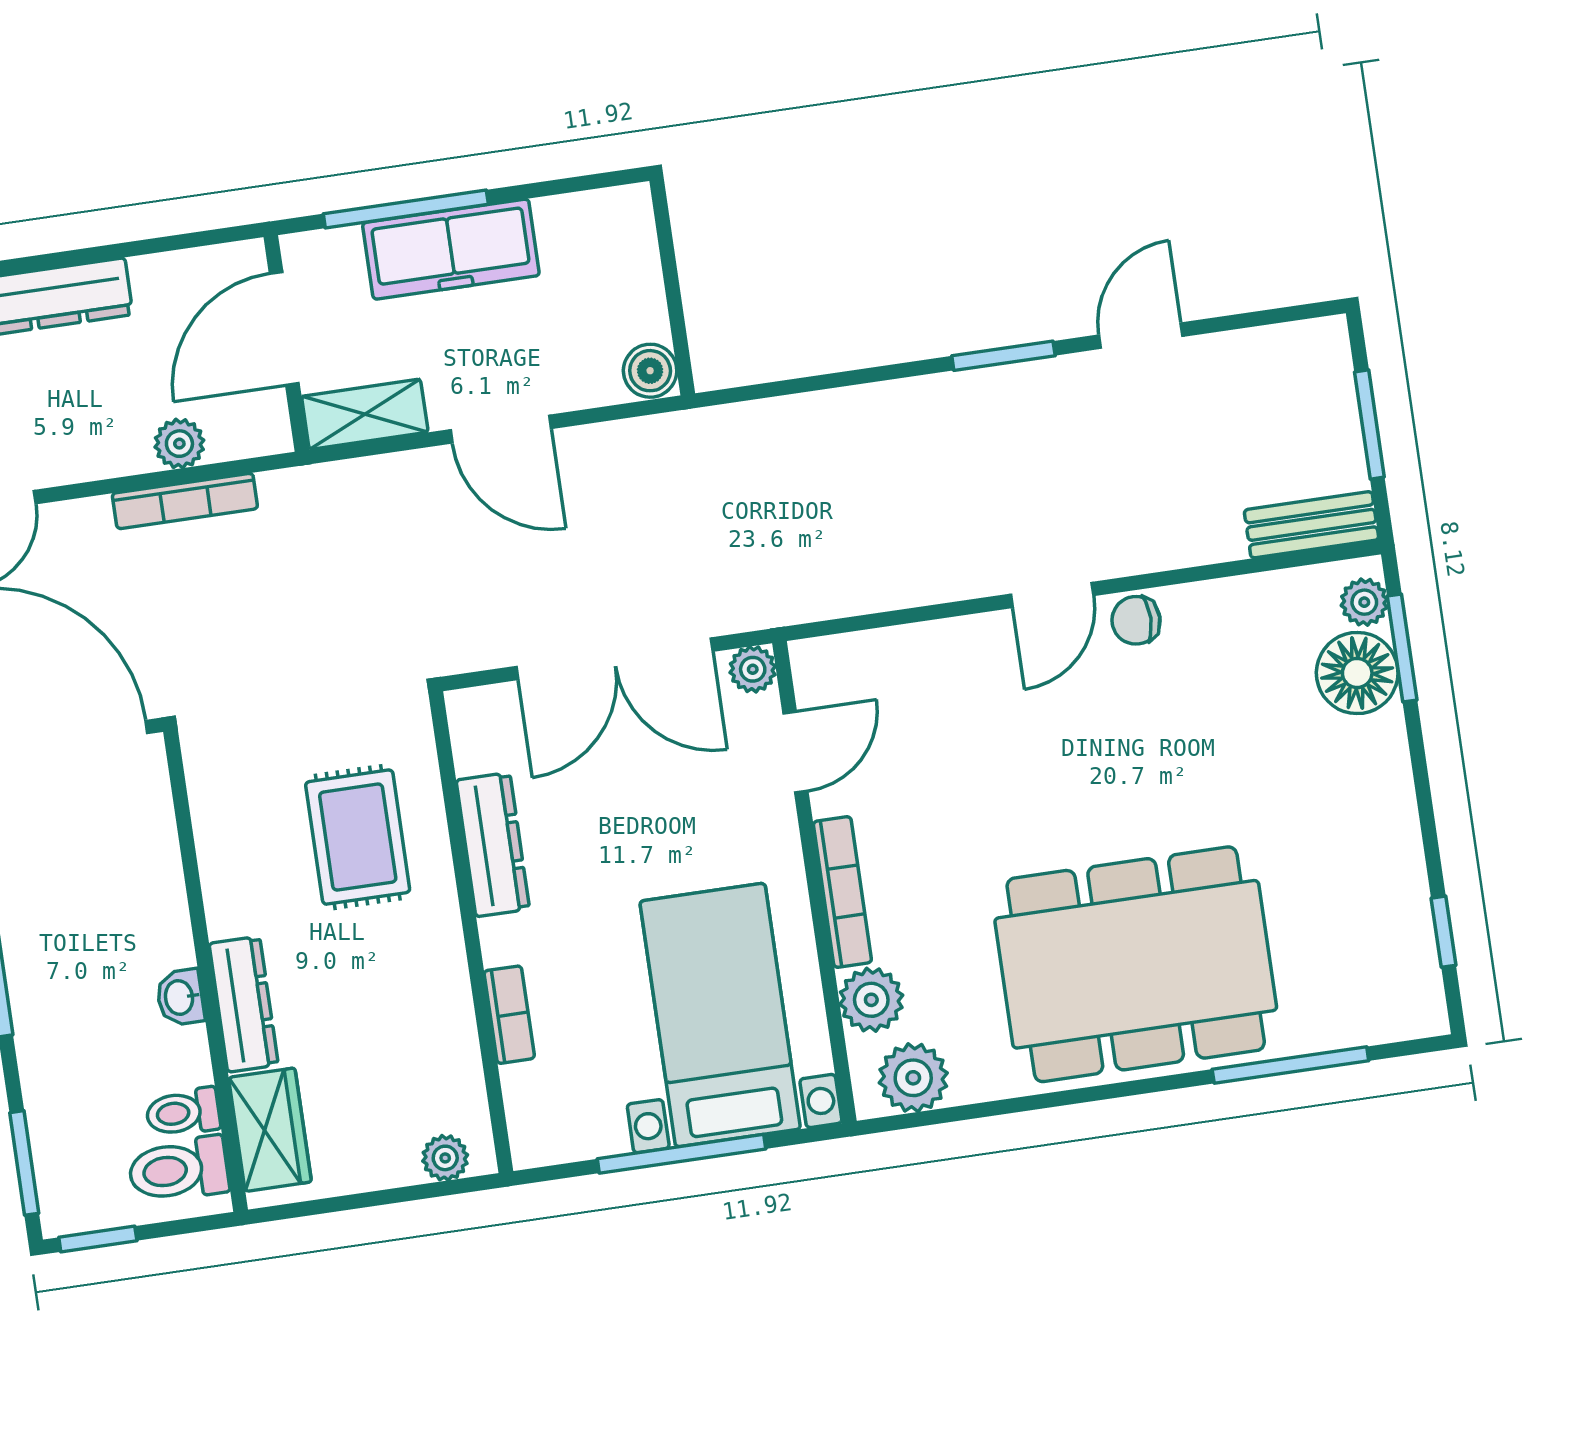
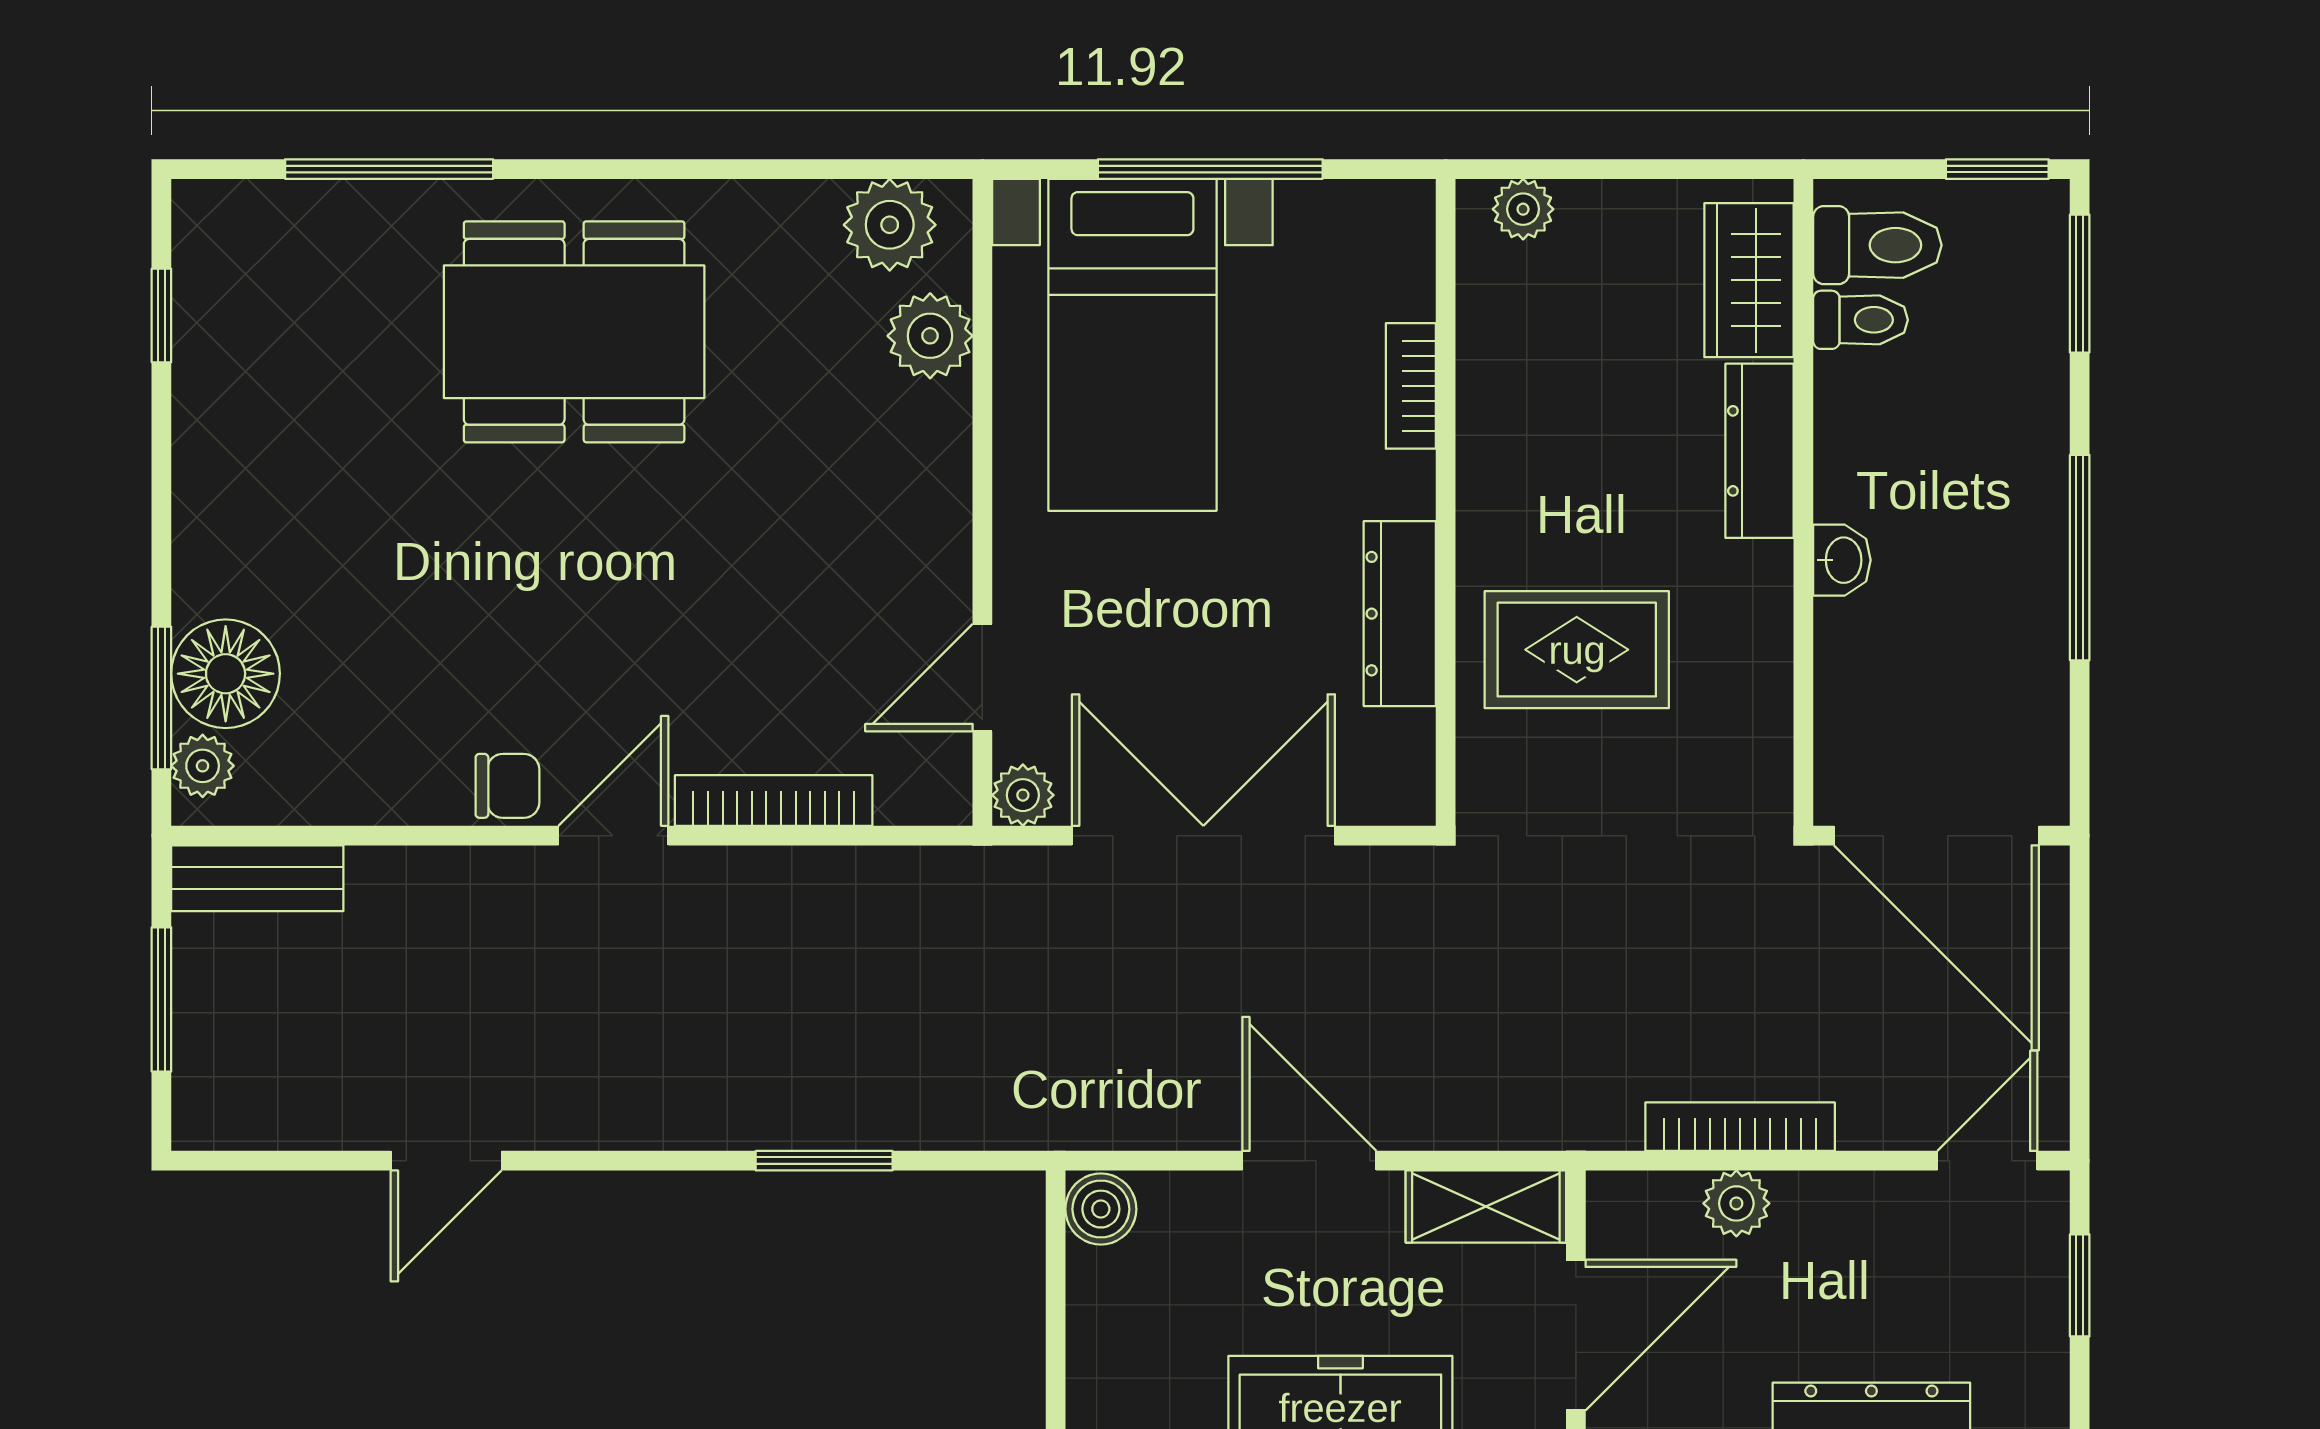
window: (1003, 356) -> (824, 1161), moved
rug: (358, 837) -> (1577, 650), turned 90
bookcase: (842, 892) -> (774, 800), moved, turned 90
dining table: (1136, 964) -> (574, 332), width x0.73, depth x0.80
washbasin: (180, 997) -> (1842, 560), moved

